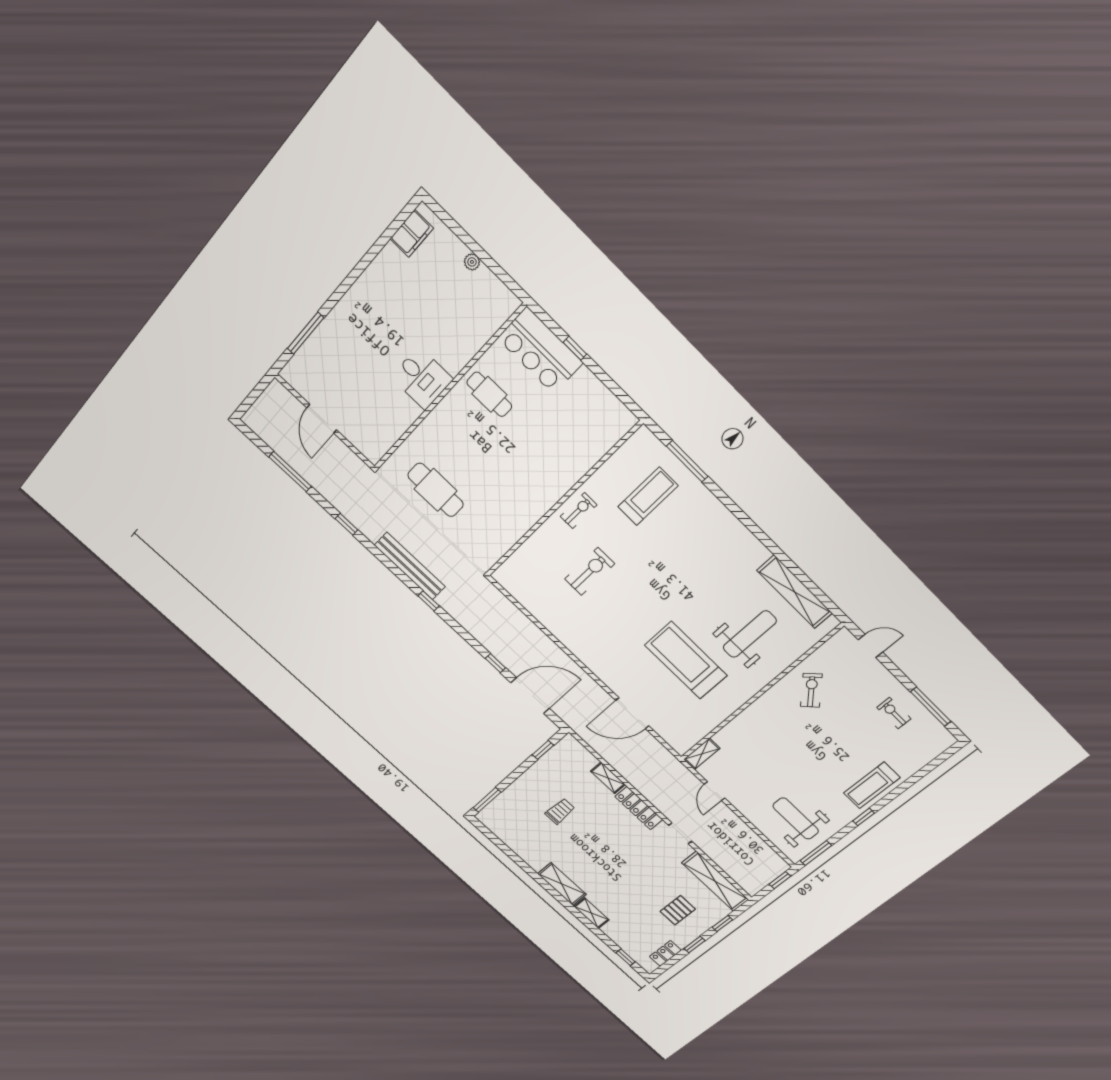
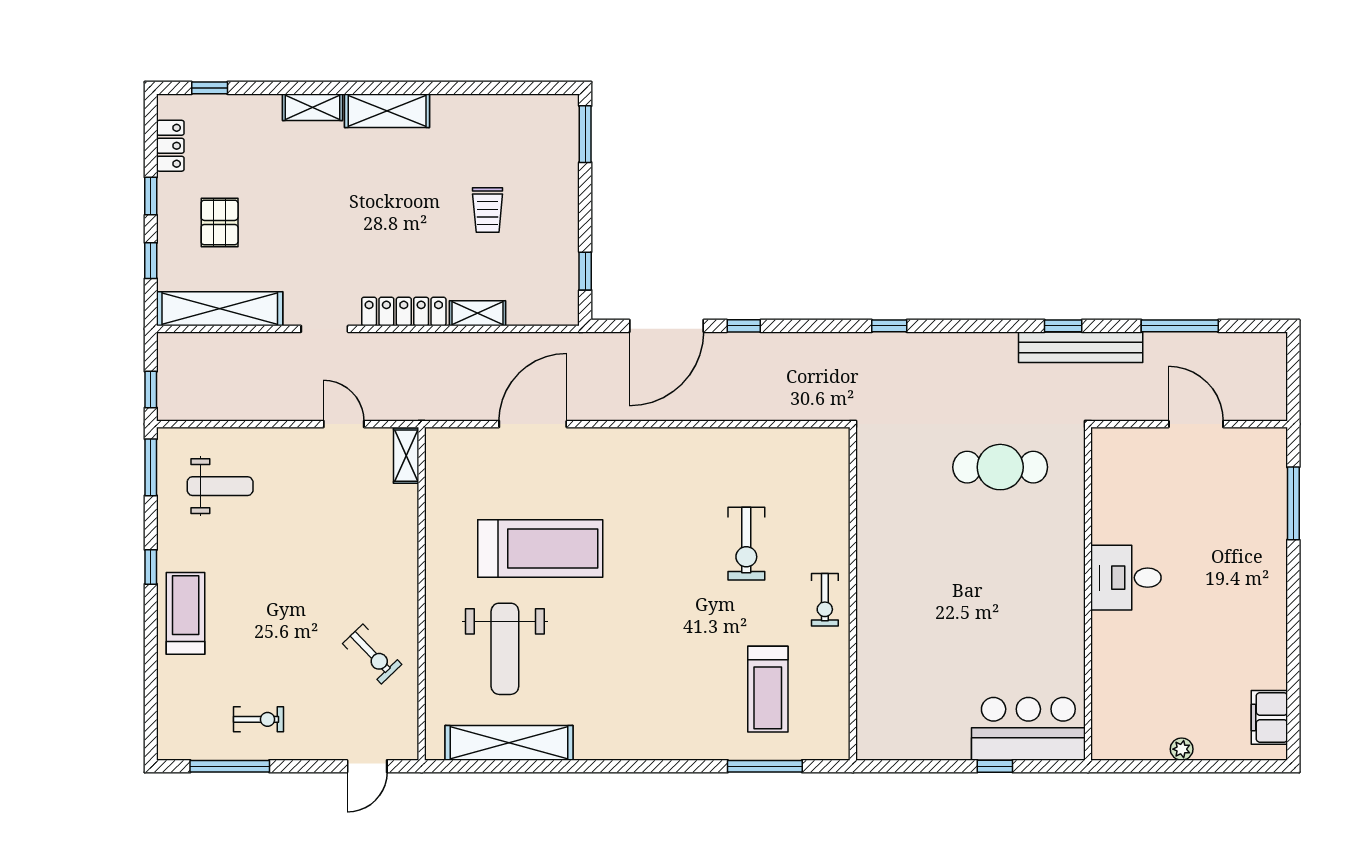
cafe table: (489, 394) -> (1039, 631), removed
bench: (410, 566) -> (1081, 347), moved
weight bench: (796, 818) -> (220, 486), width x0.73, depth x0.75

